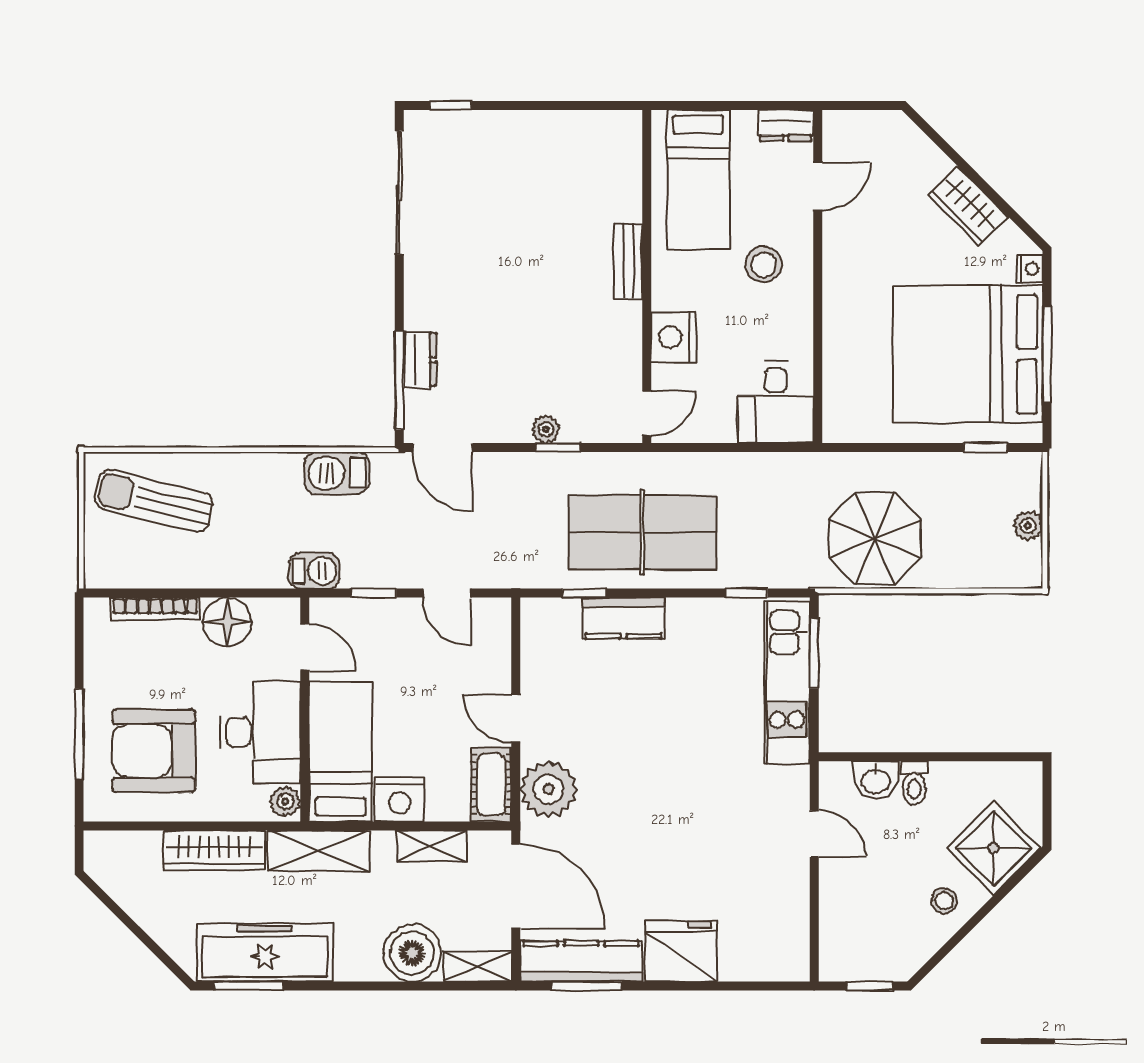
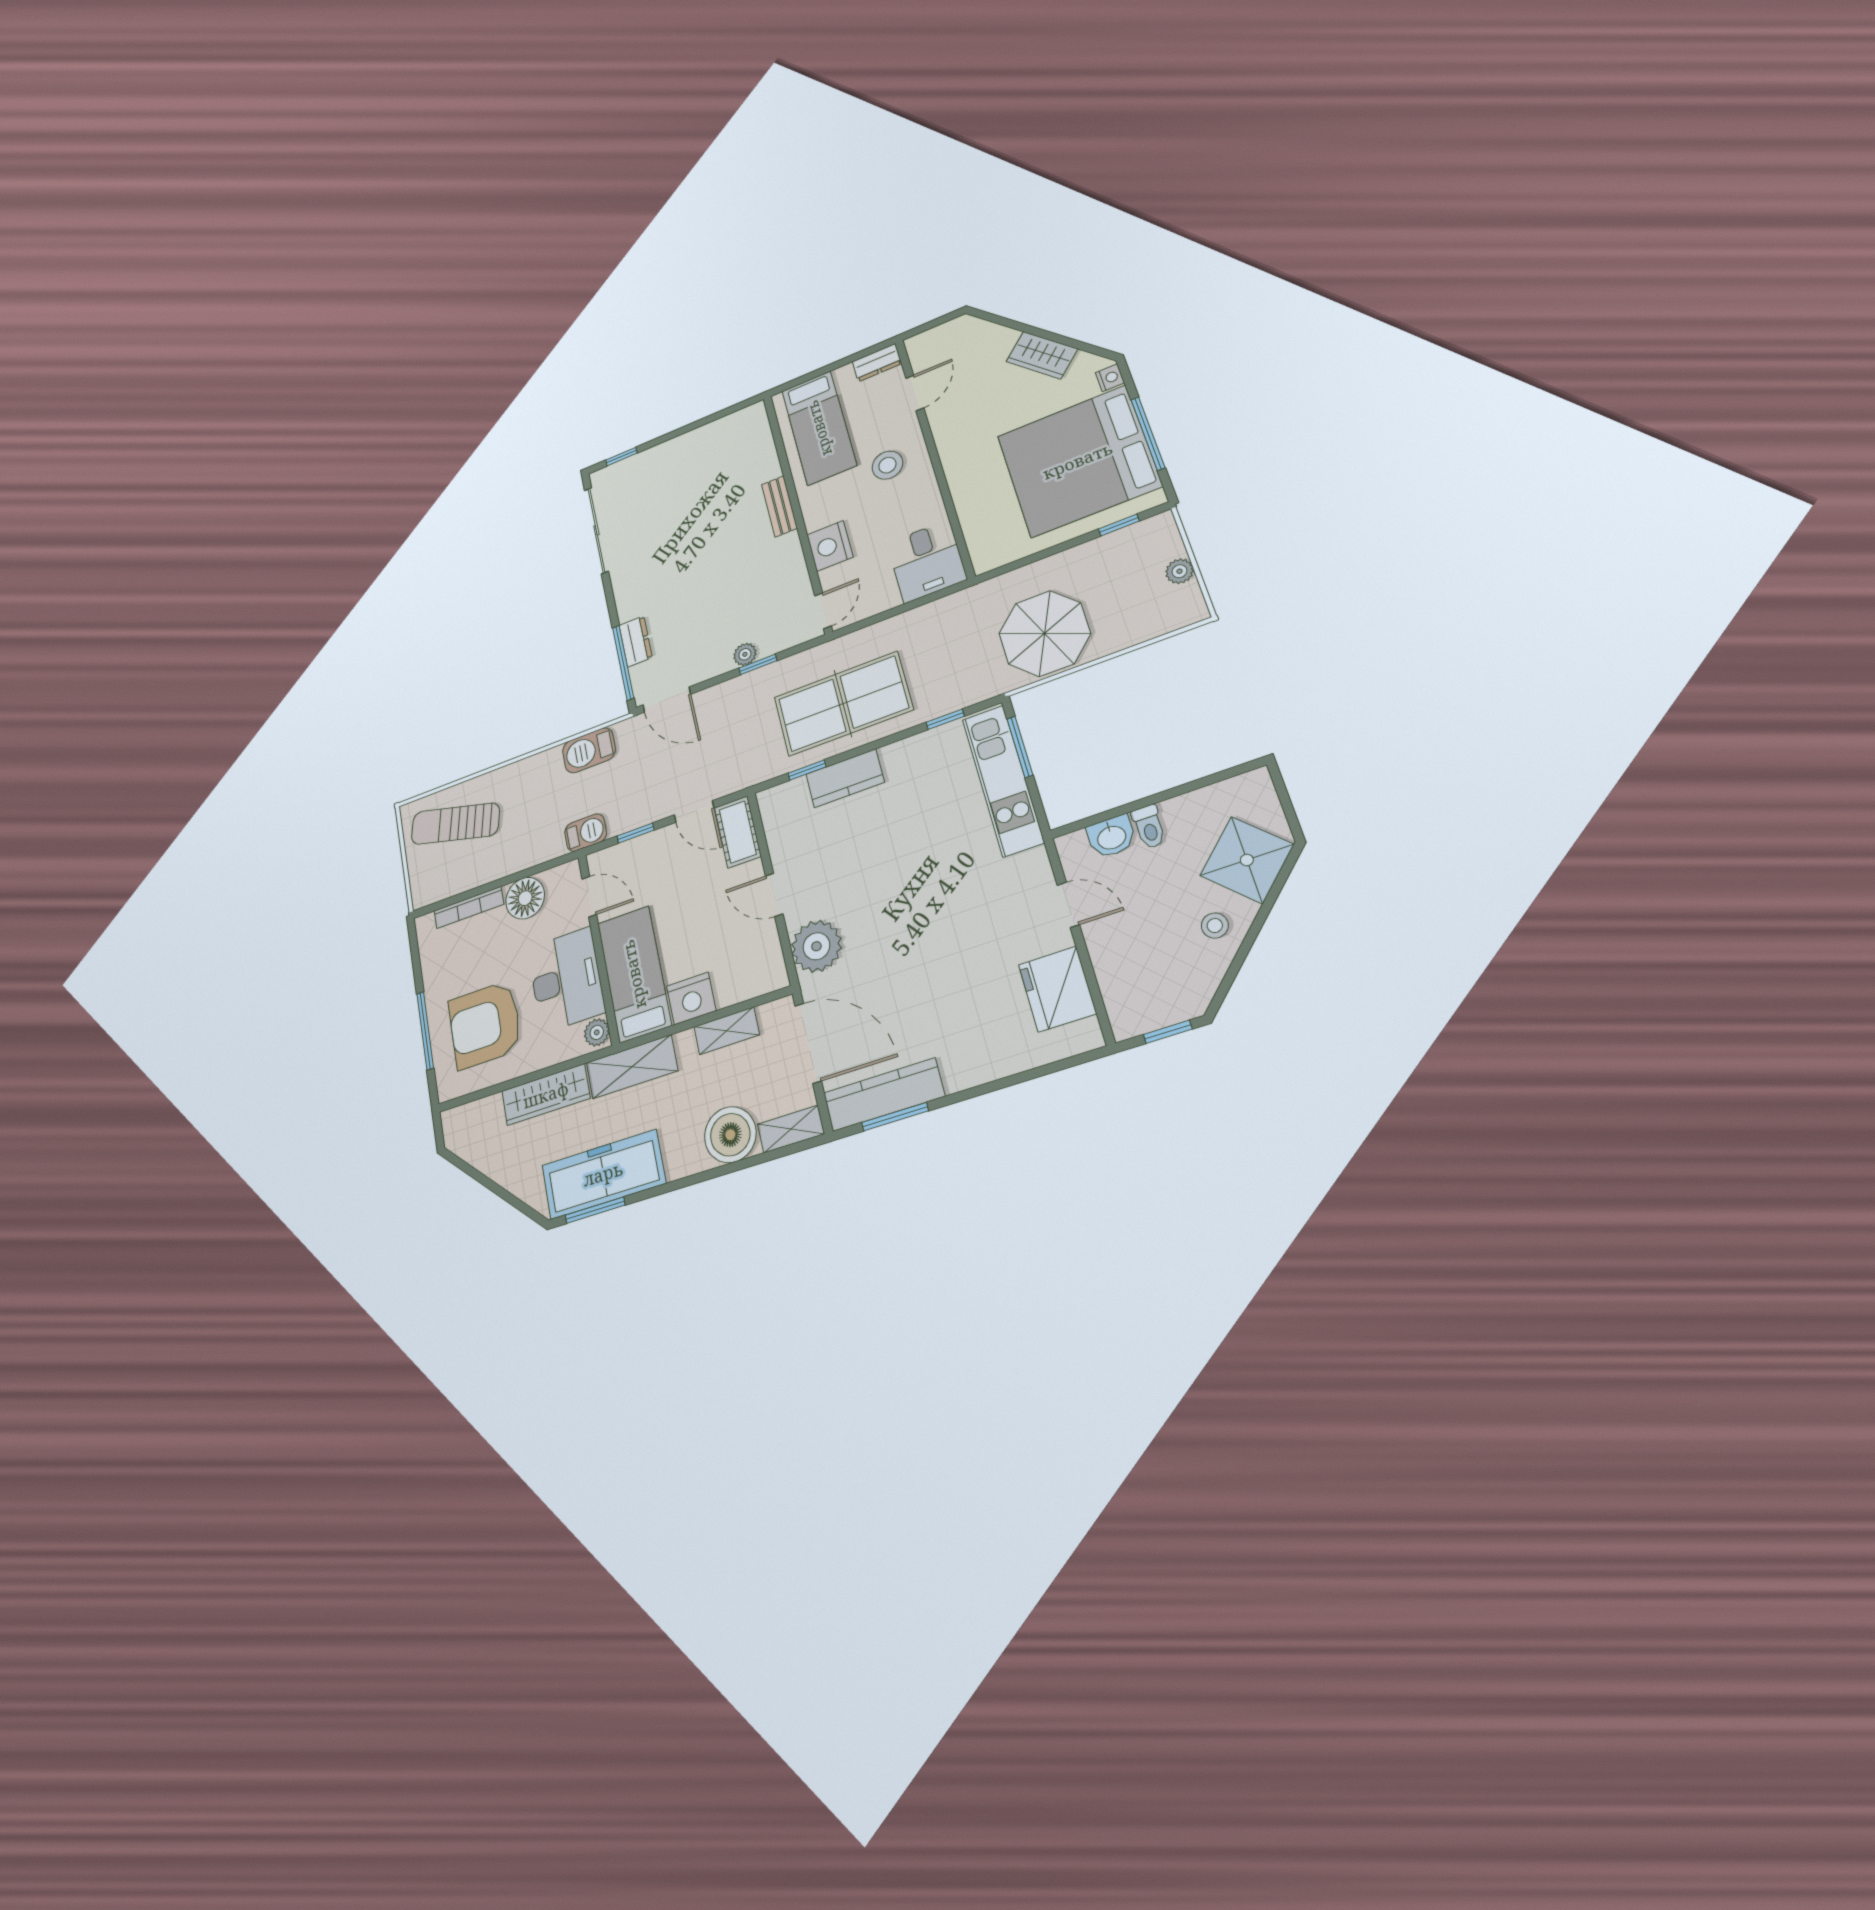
cot: (491, 785) -> (738, 832), moved
fridge: (681, 951) -> (1057, 989), moved, turned -90

